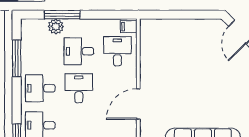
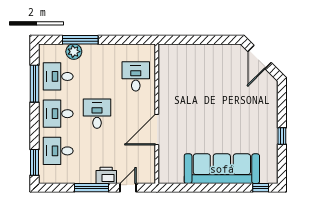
filing cabinet: (129, 27) -> (147, 52), removed
desk: (79, 51) -> (58, 76), moved

